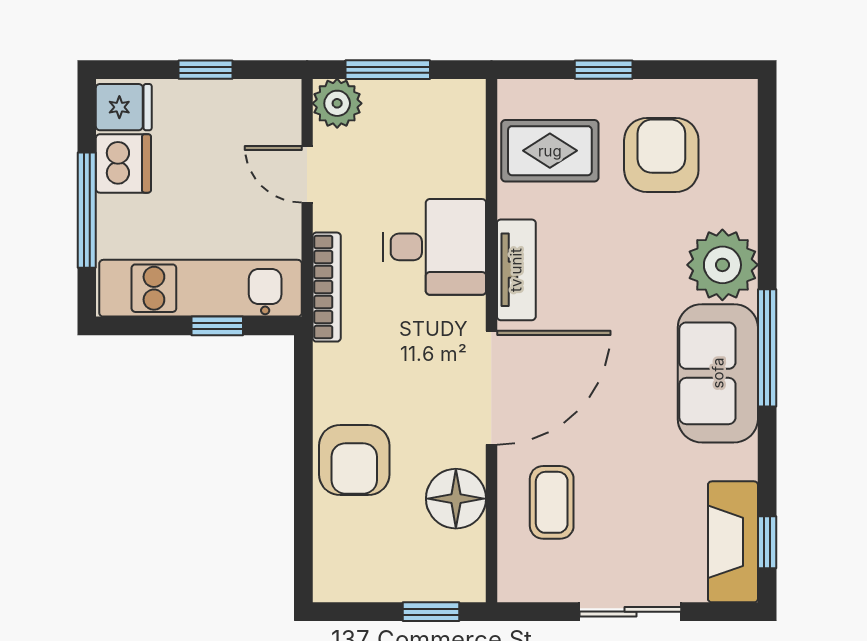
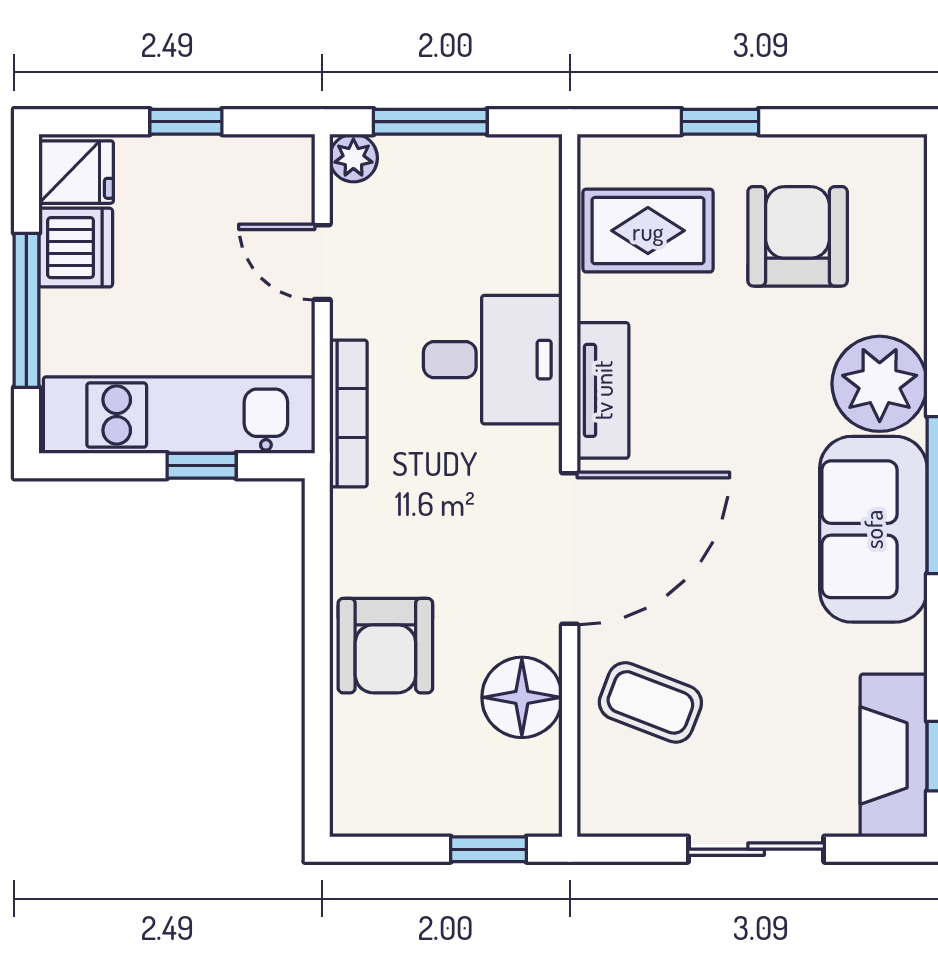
plant: (337, 103) -> (353, 158), width x0.73, depth x0.73
coffee table: (552, 502) -> (650, 702), turned -69

